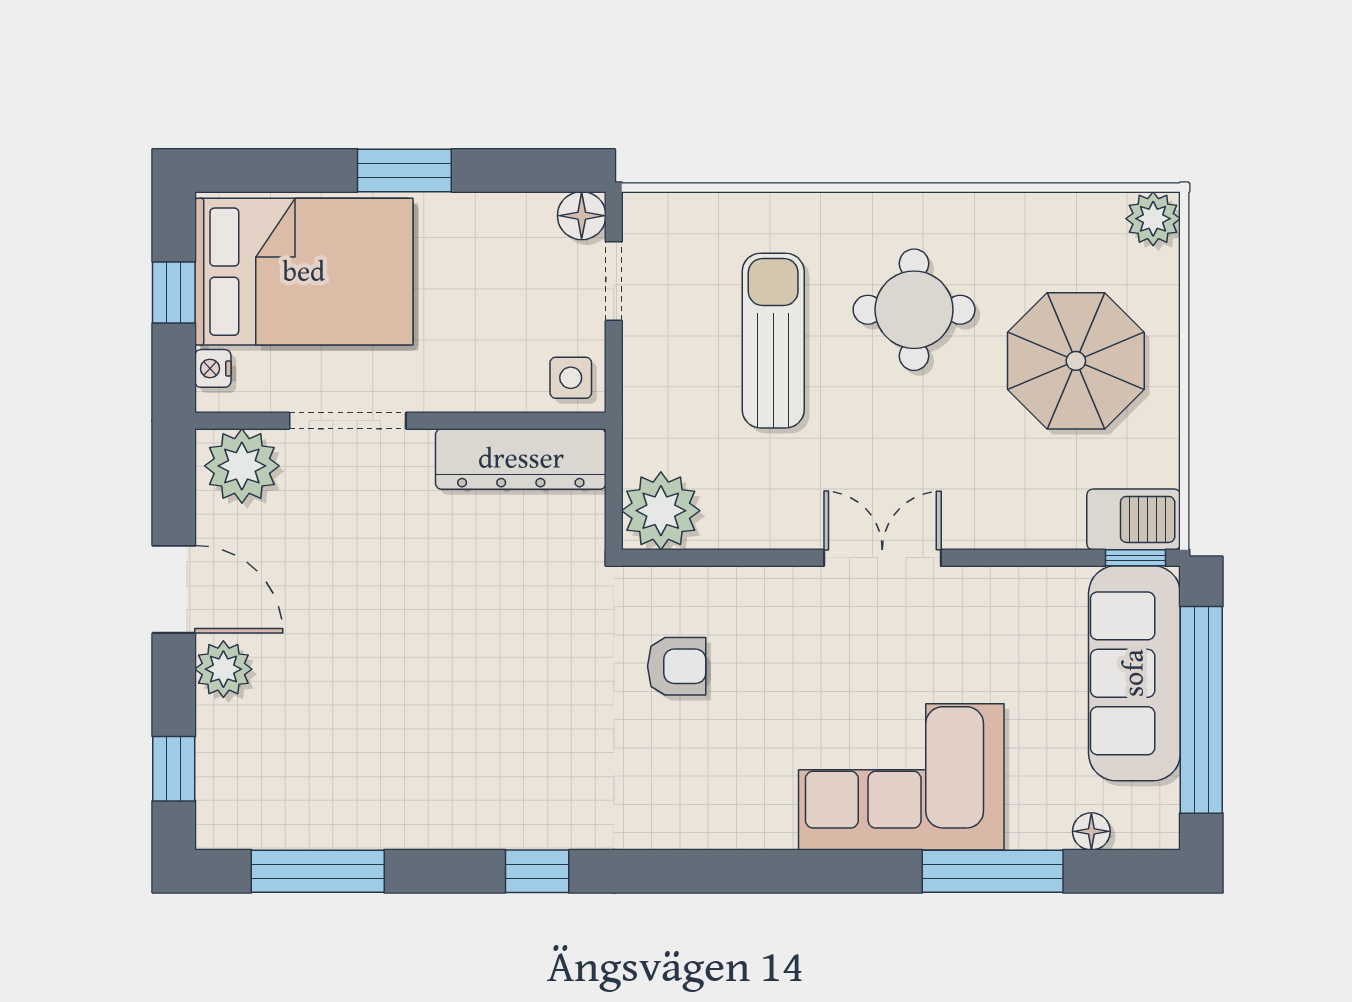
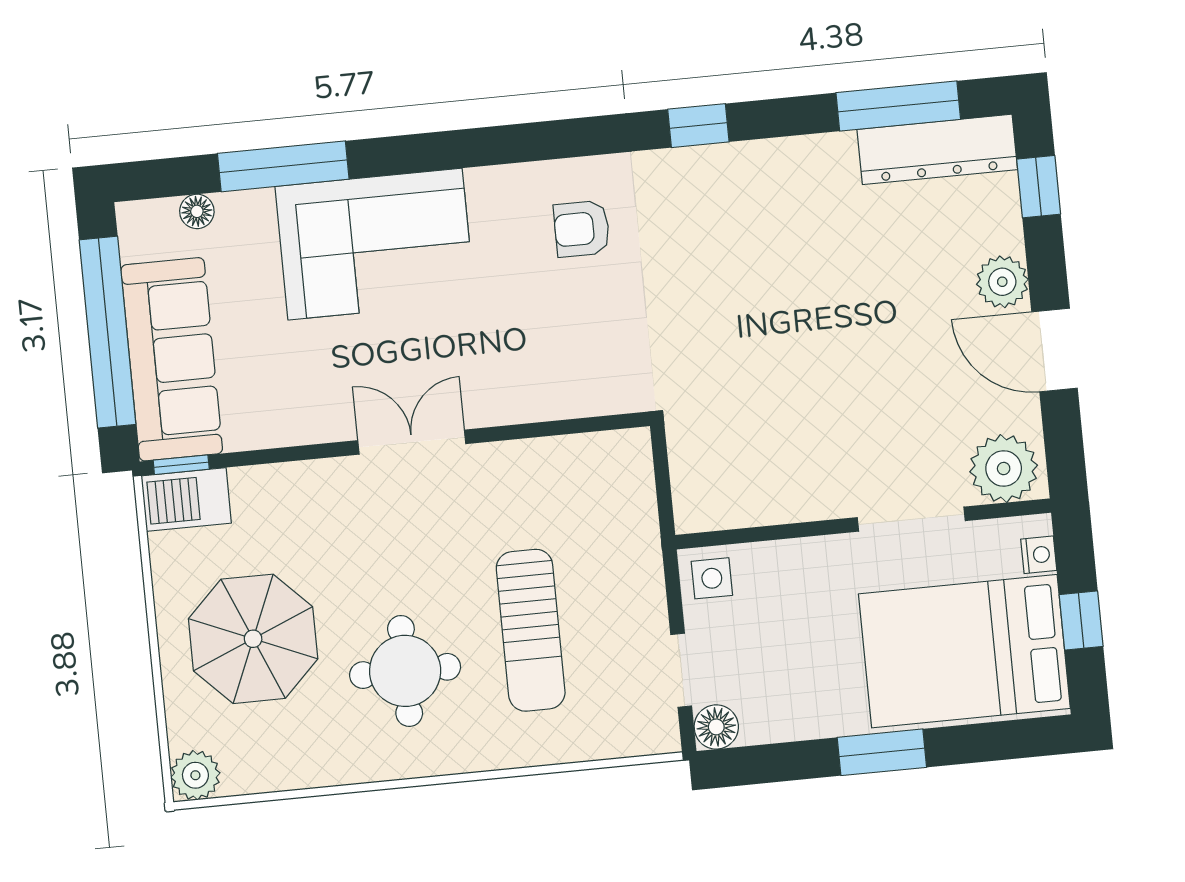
dresser: (521, 459) -> (937, 149), moved, turned 180
plant: (661, 511) -> (618, 465), removed
double door: (882, 558) -> (412, 442), swing flipped
armchair: (677, 666) -> (582, 229), moved

